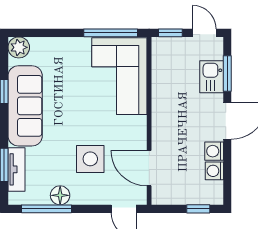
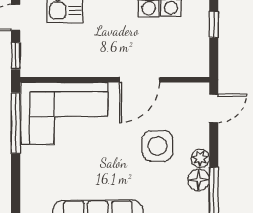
door: (149, 168) -> (140, 80), moved
plant: (79, 197) -> (200, 158), added

